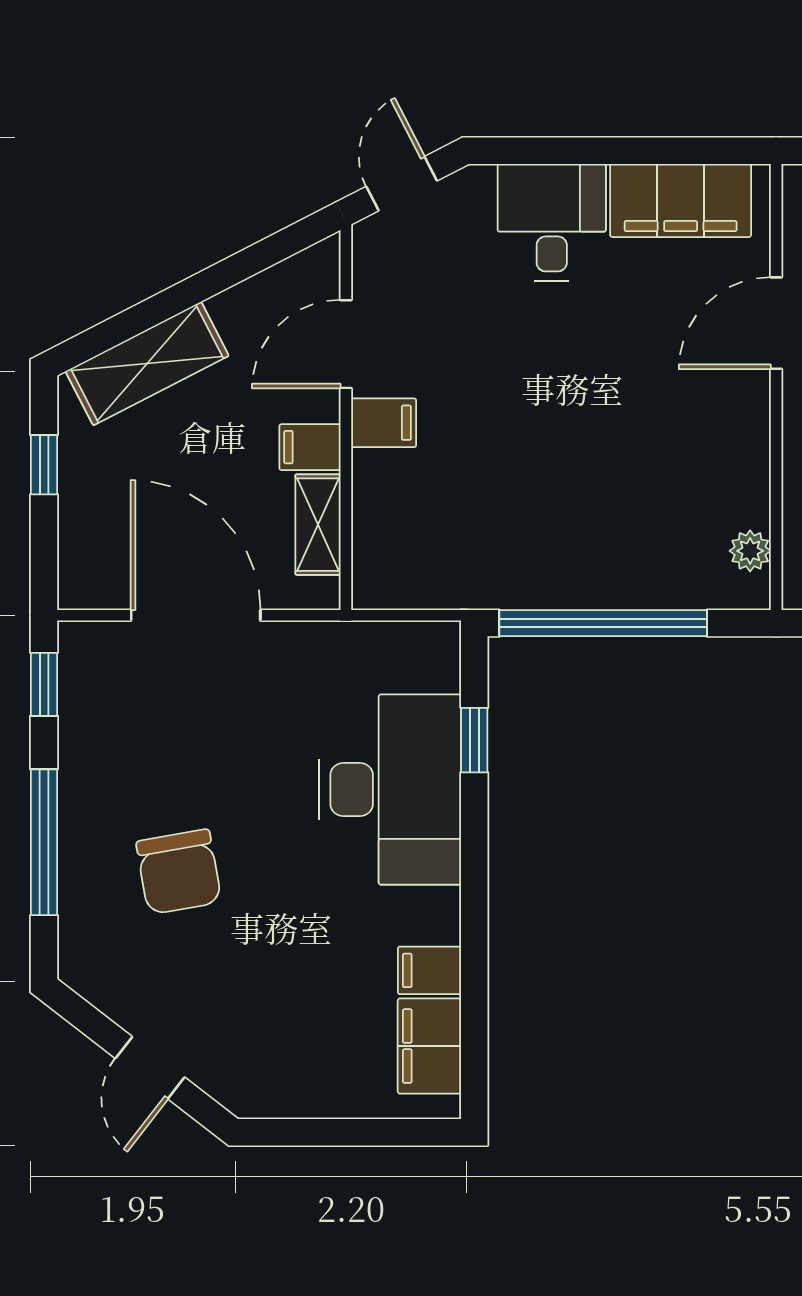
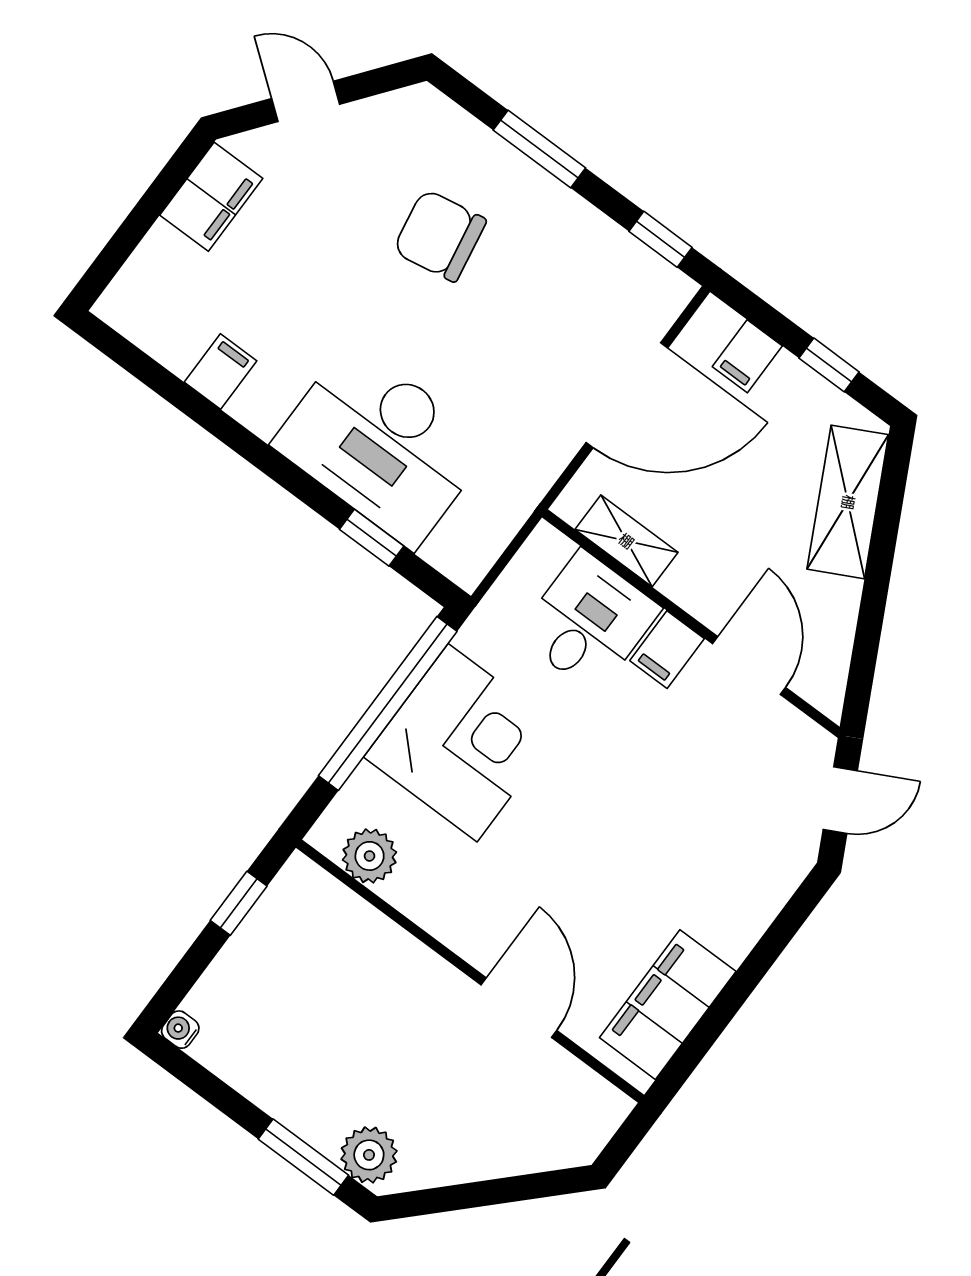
door: (402, 184) -> (840, 800), hinge flipped
desk: (552, 222) -> (589, 622), moved, turned -90
filing cabinet: (310, 447) -> (747, 356), moved, turned 180
corner desk: (589, 536) -> (463, 743), added
plant: (750, 551) -> (370, 856), width x1.38, depth x1.38
window: (44, 842) -> (539, 149), width x0.69
filing cabinet: (429, 1046) -> (211, 197), moved, turned 90

